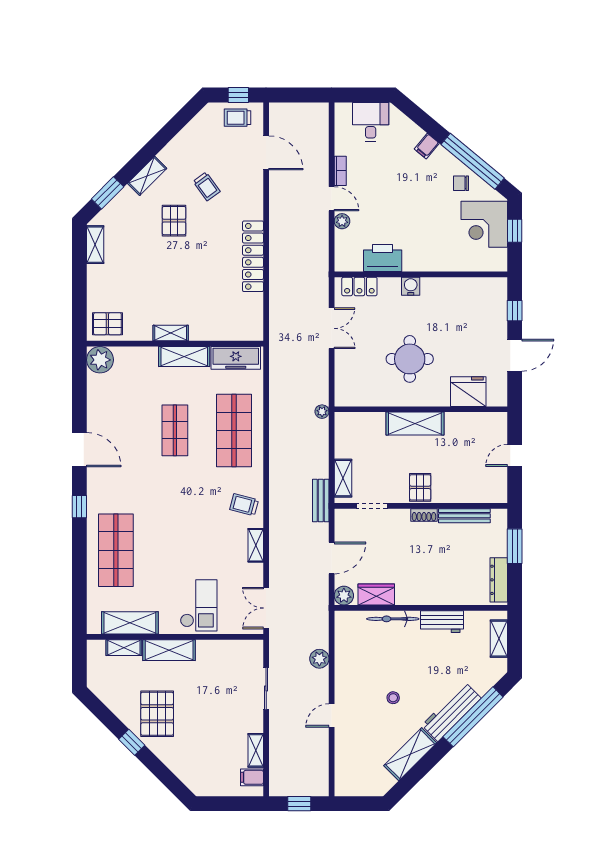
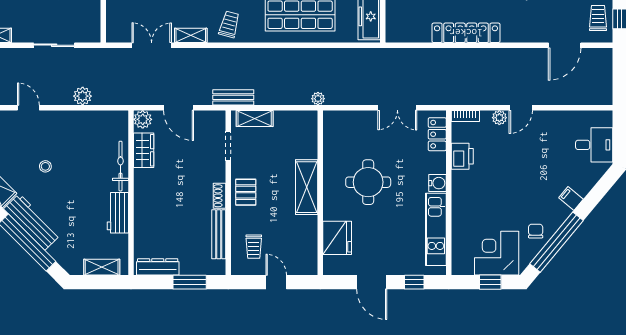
bookcase: (340, 171) -> (465, 116), moved
printer: (383, 258) -> (462, 156), width x0.73, depth x0.84
kitchen unit: (459, 288) -> (436, 229), added
trolley: (477, 479) -> (254, 247), added
pallet: (420, 487) -> (246, 192), turned 90
double door: (266, 608) -> (152, 45), moved

